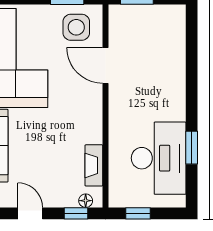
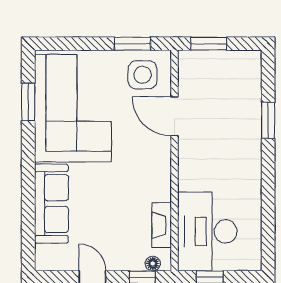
window: (192, 148) -> (268, 120), moved
desk: (159, 158) -> (207, 231), moved, turned 180

